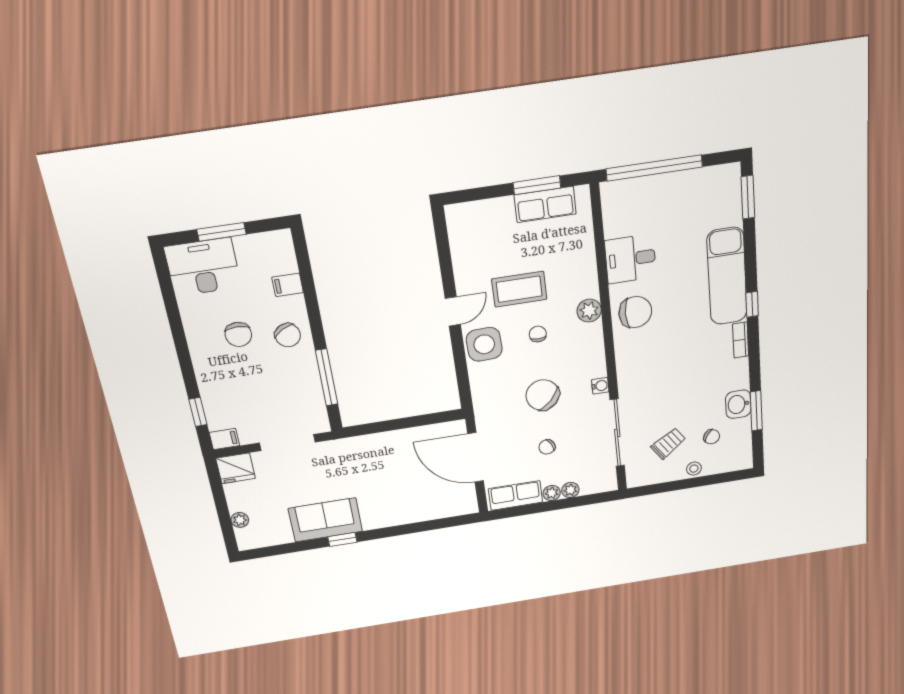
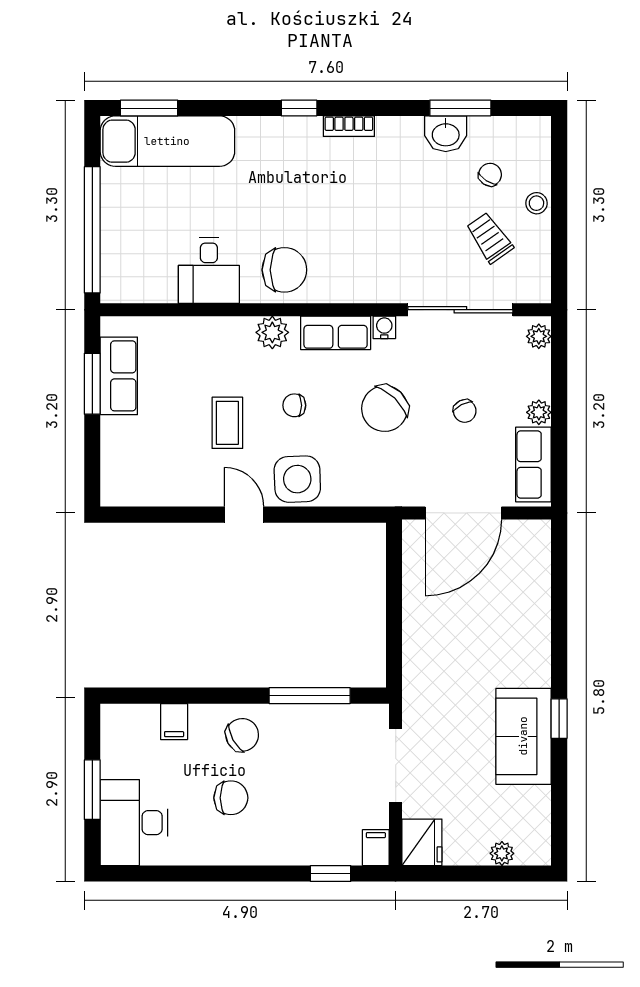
exam couch: (727, 276) -> (167, 141), moved
coffee table: (519, 289) -> (227, 423), width x0.73, depth x0.77
chair: (635, 312) -> (284, 270), turned 90
row of seats: (593, 354) -> (336, 333), added
plant: (570, 490) -> (539, 336), moved

